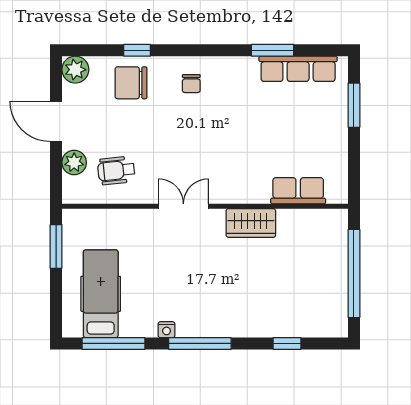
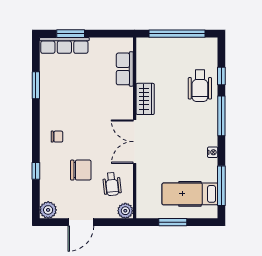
row of seats: (298, 69) -> (64, 45), moved, turned 90
chair: (131, 83) -> (81, 170), moved, turned -90
plant: (74, 163) -> (125, 211), moved
double door: (183, 206) -> (135, 142), width x1.37
window: (56, 246) -> (173, 222), moved
wheelchair: (272, 310) -> (200, 86), added
window: (200, 343) -> (221, 116), moved

